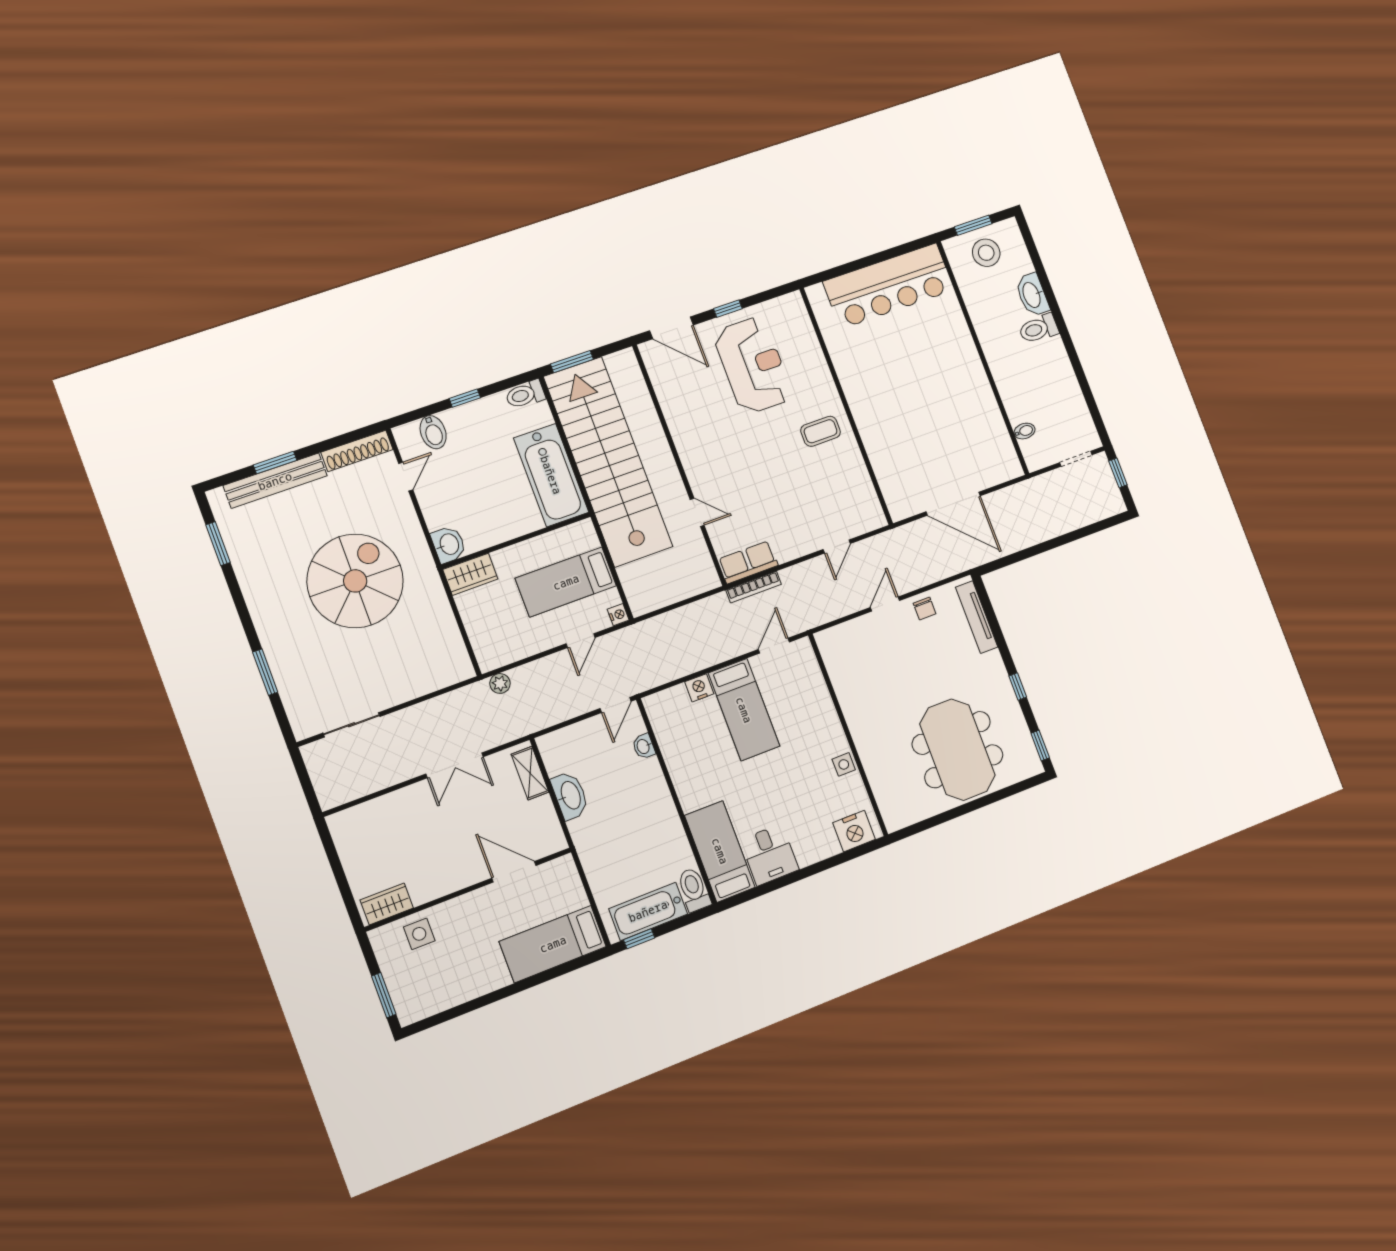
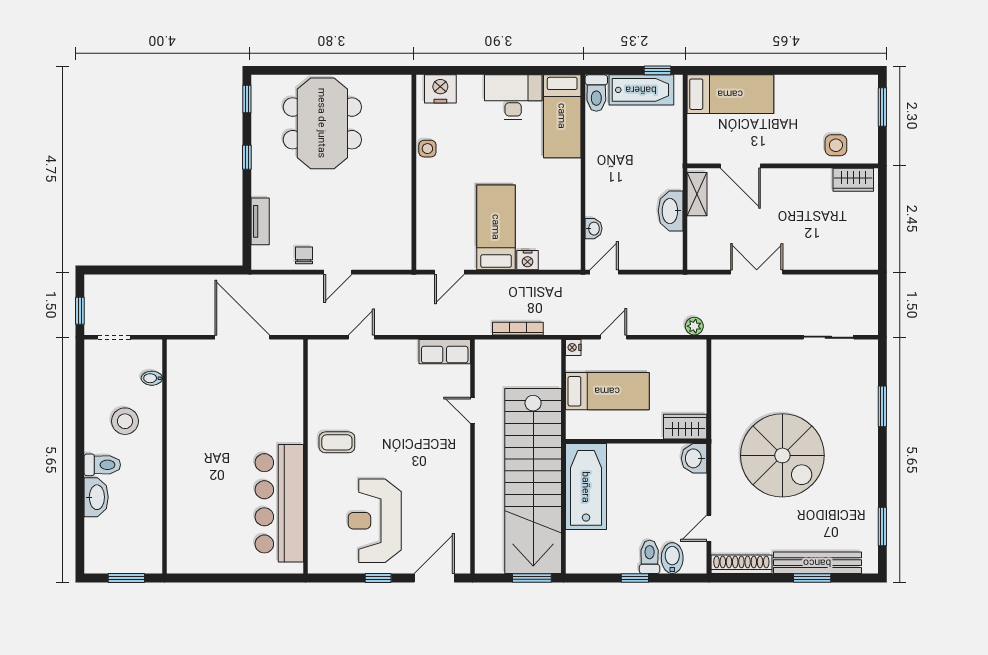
stool: (986, 253) -> (125, 421), moved
bar counter: (889, 286) -> (279, 503), moved, turned -90
door: (671, 328) -> (434, 578), hinge flipped
toilet: (525, 394) -> (650, 557), moved, turned -90
spiral stairs: (355, 581) -> (782, 455), turned -90
bookcase: (754, 587) -> (518, 329), moved
tv unit: (977, 617) -> (260, 221), width x0.71
shelving: (530, 773) -> (697, 194), moved
desk: (769, 855) -> (513, 97), width x1.37

